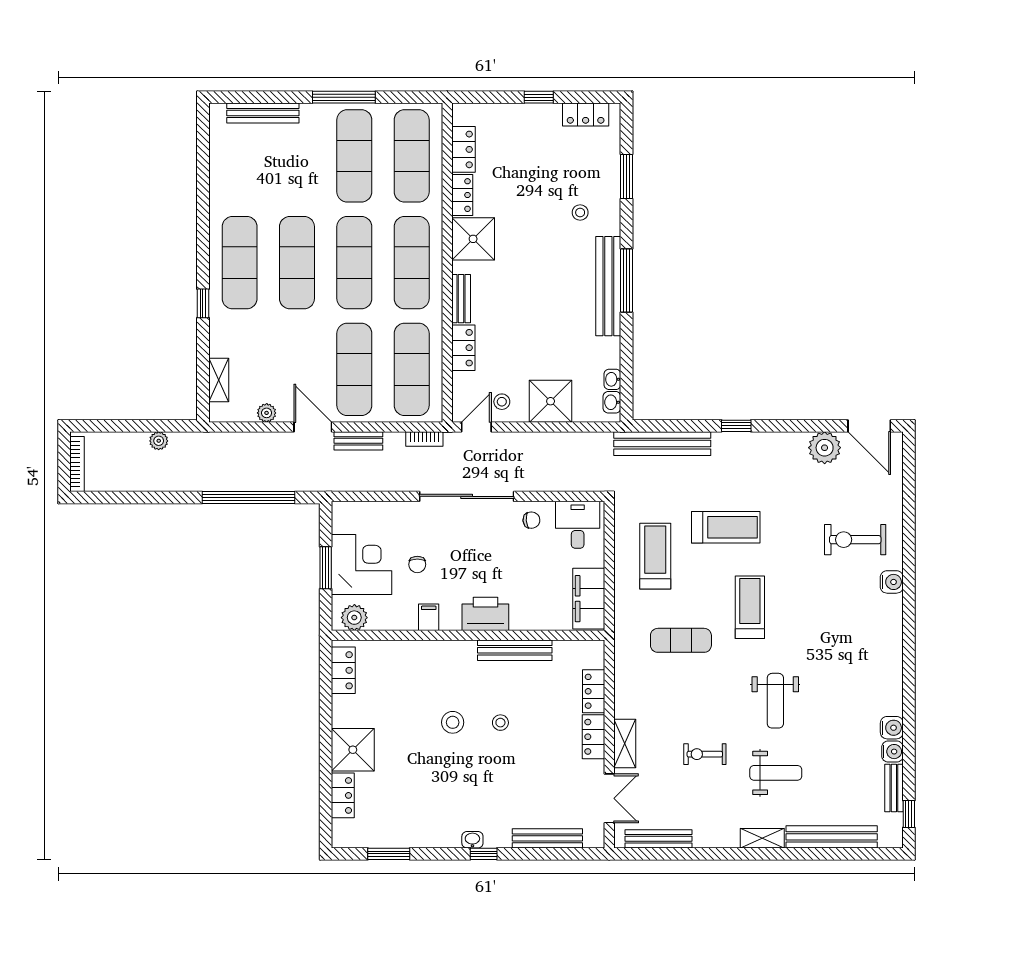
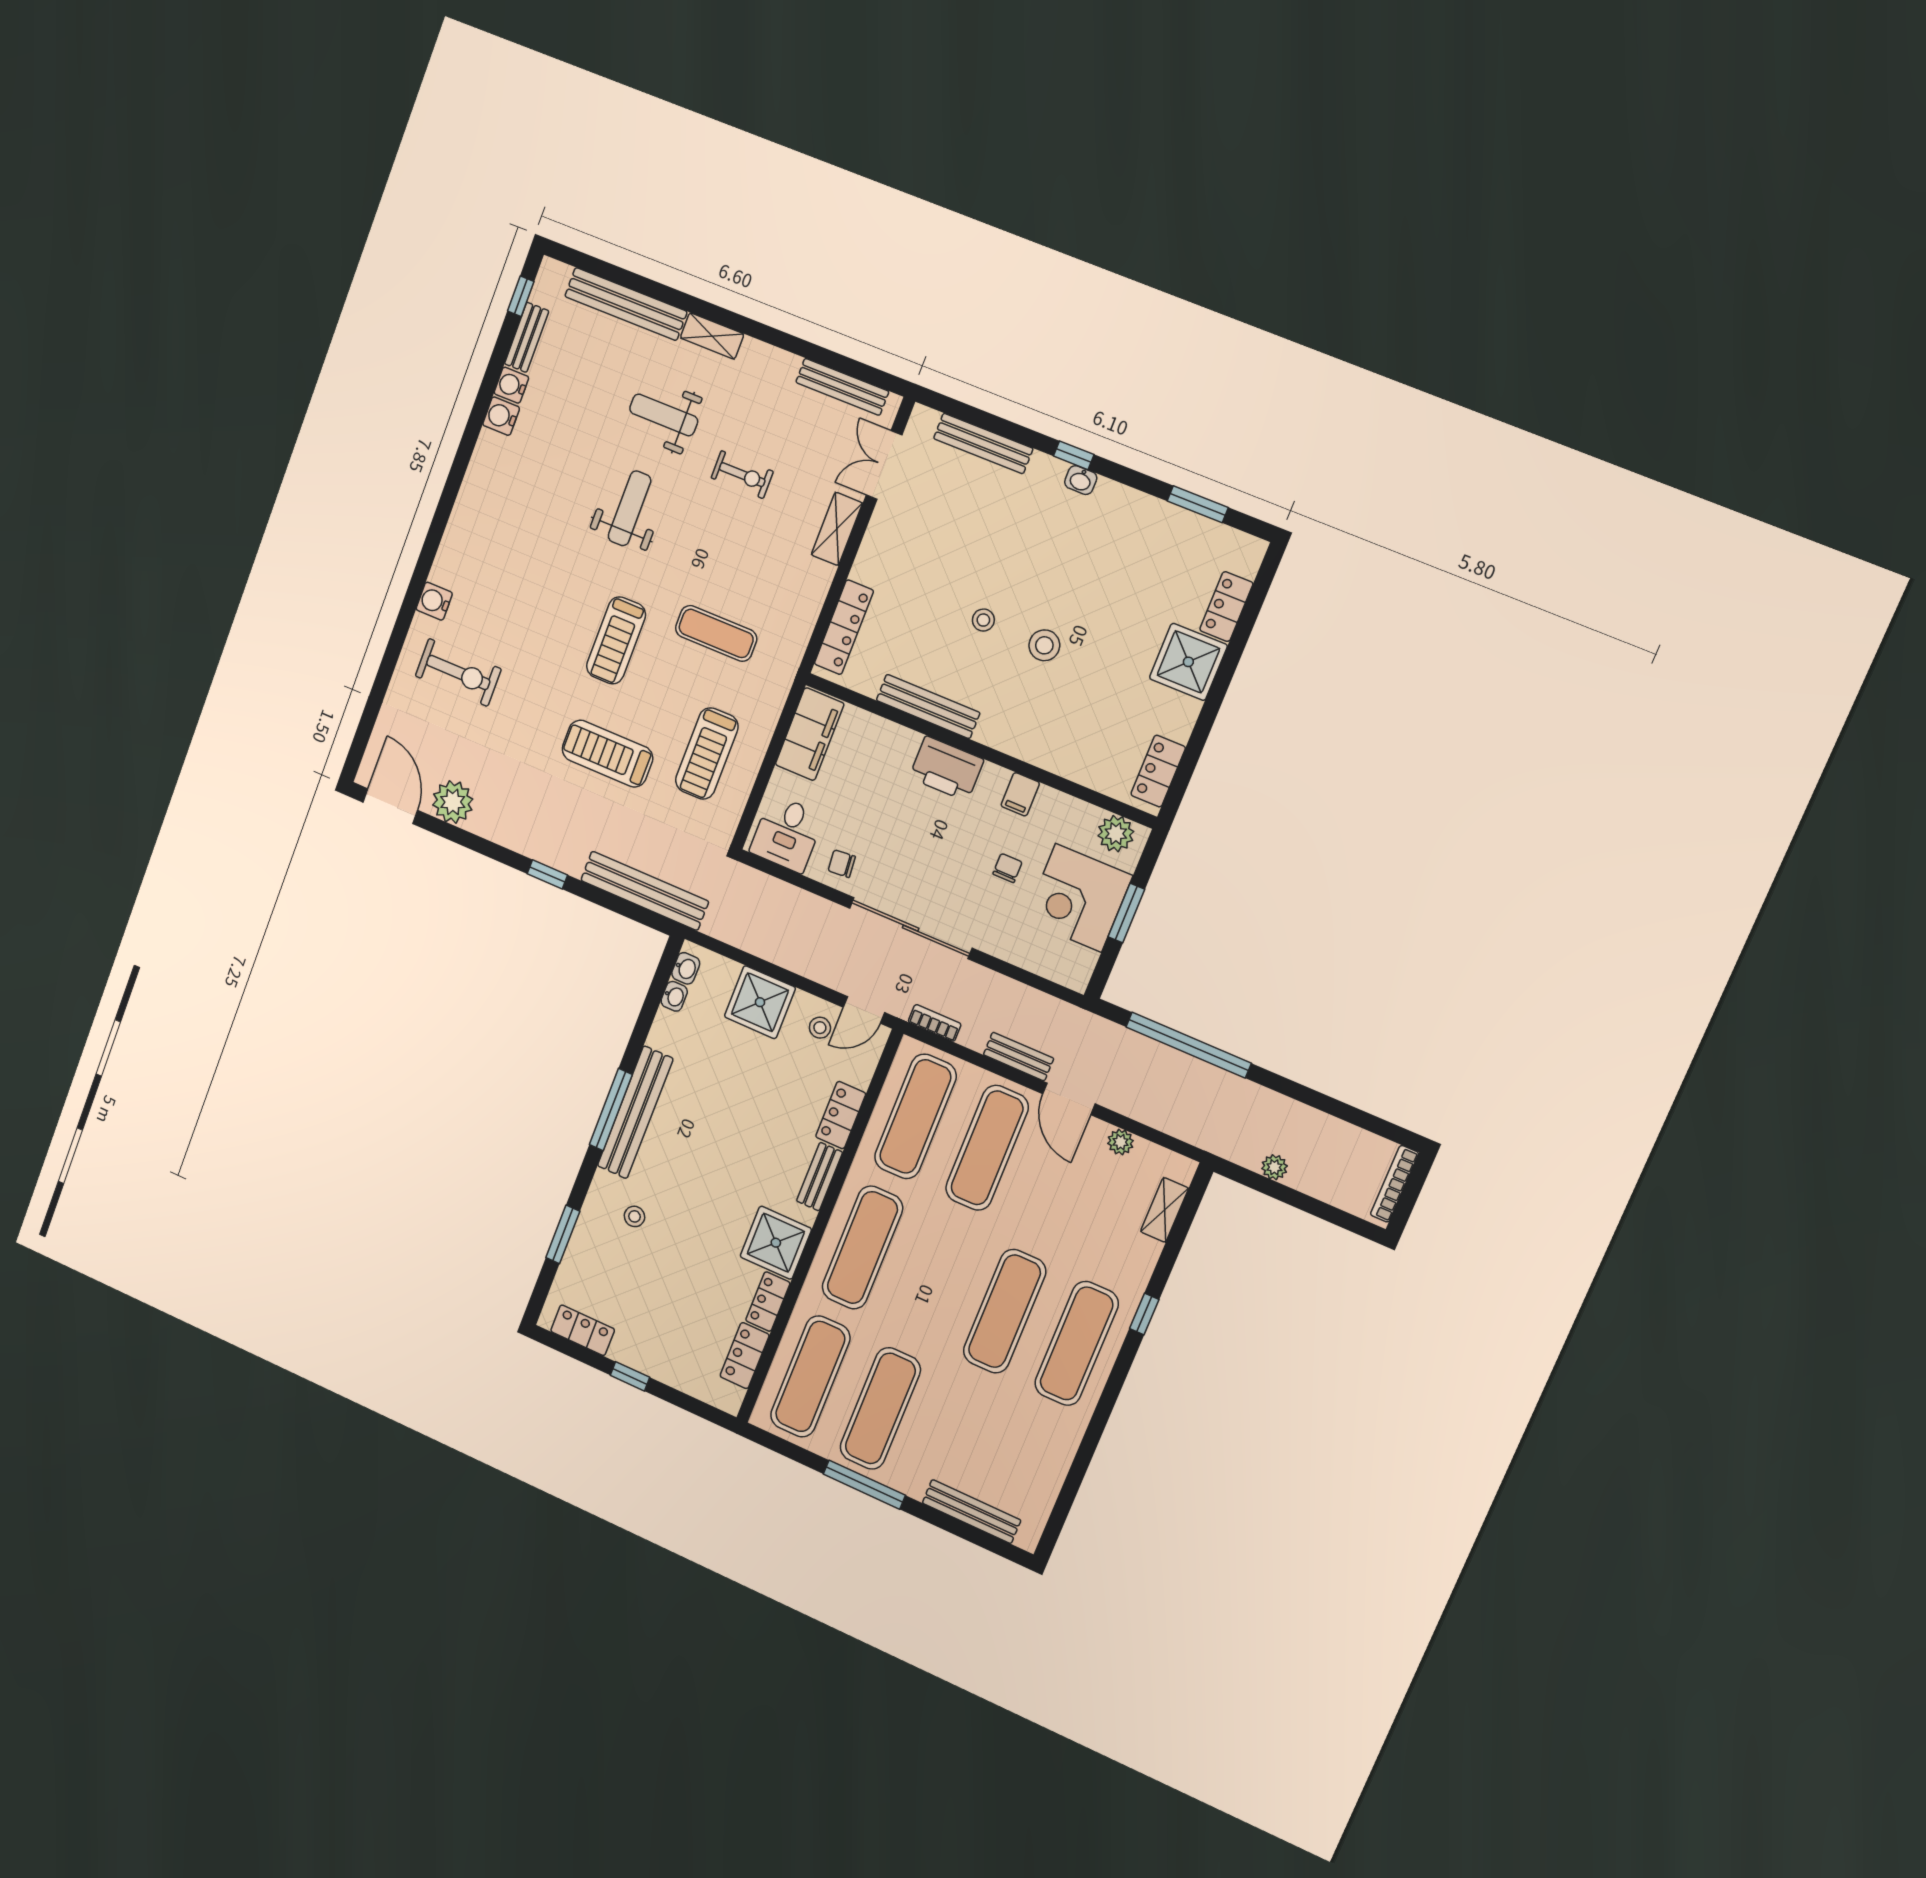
exercise mat: (354, 263) -> (933, 1279), removed
locker: (594, 691) -> (844, 627), width x1.53
locker: (593, 737) -> (873, 554), removed

